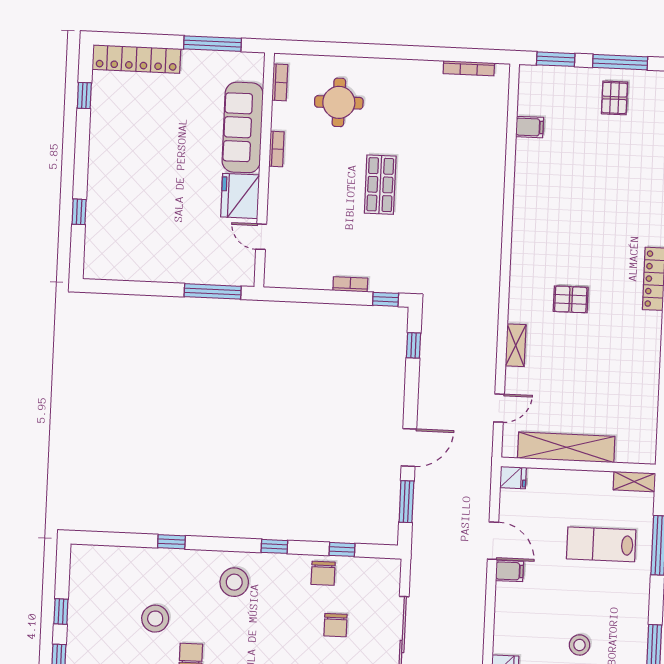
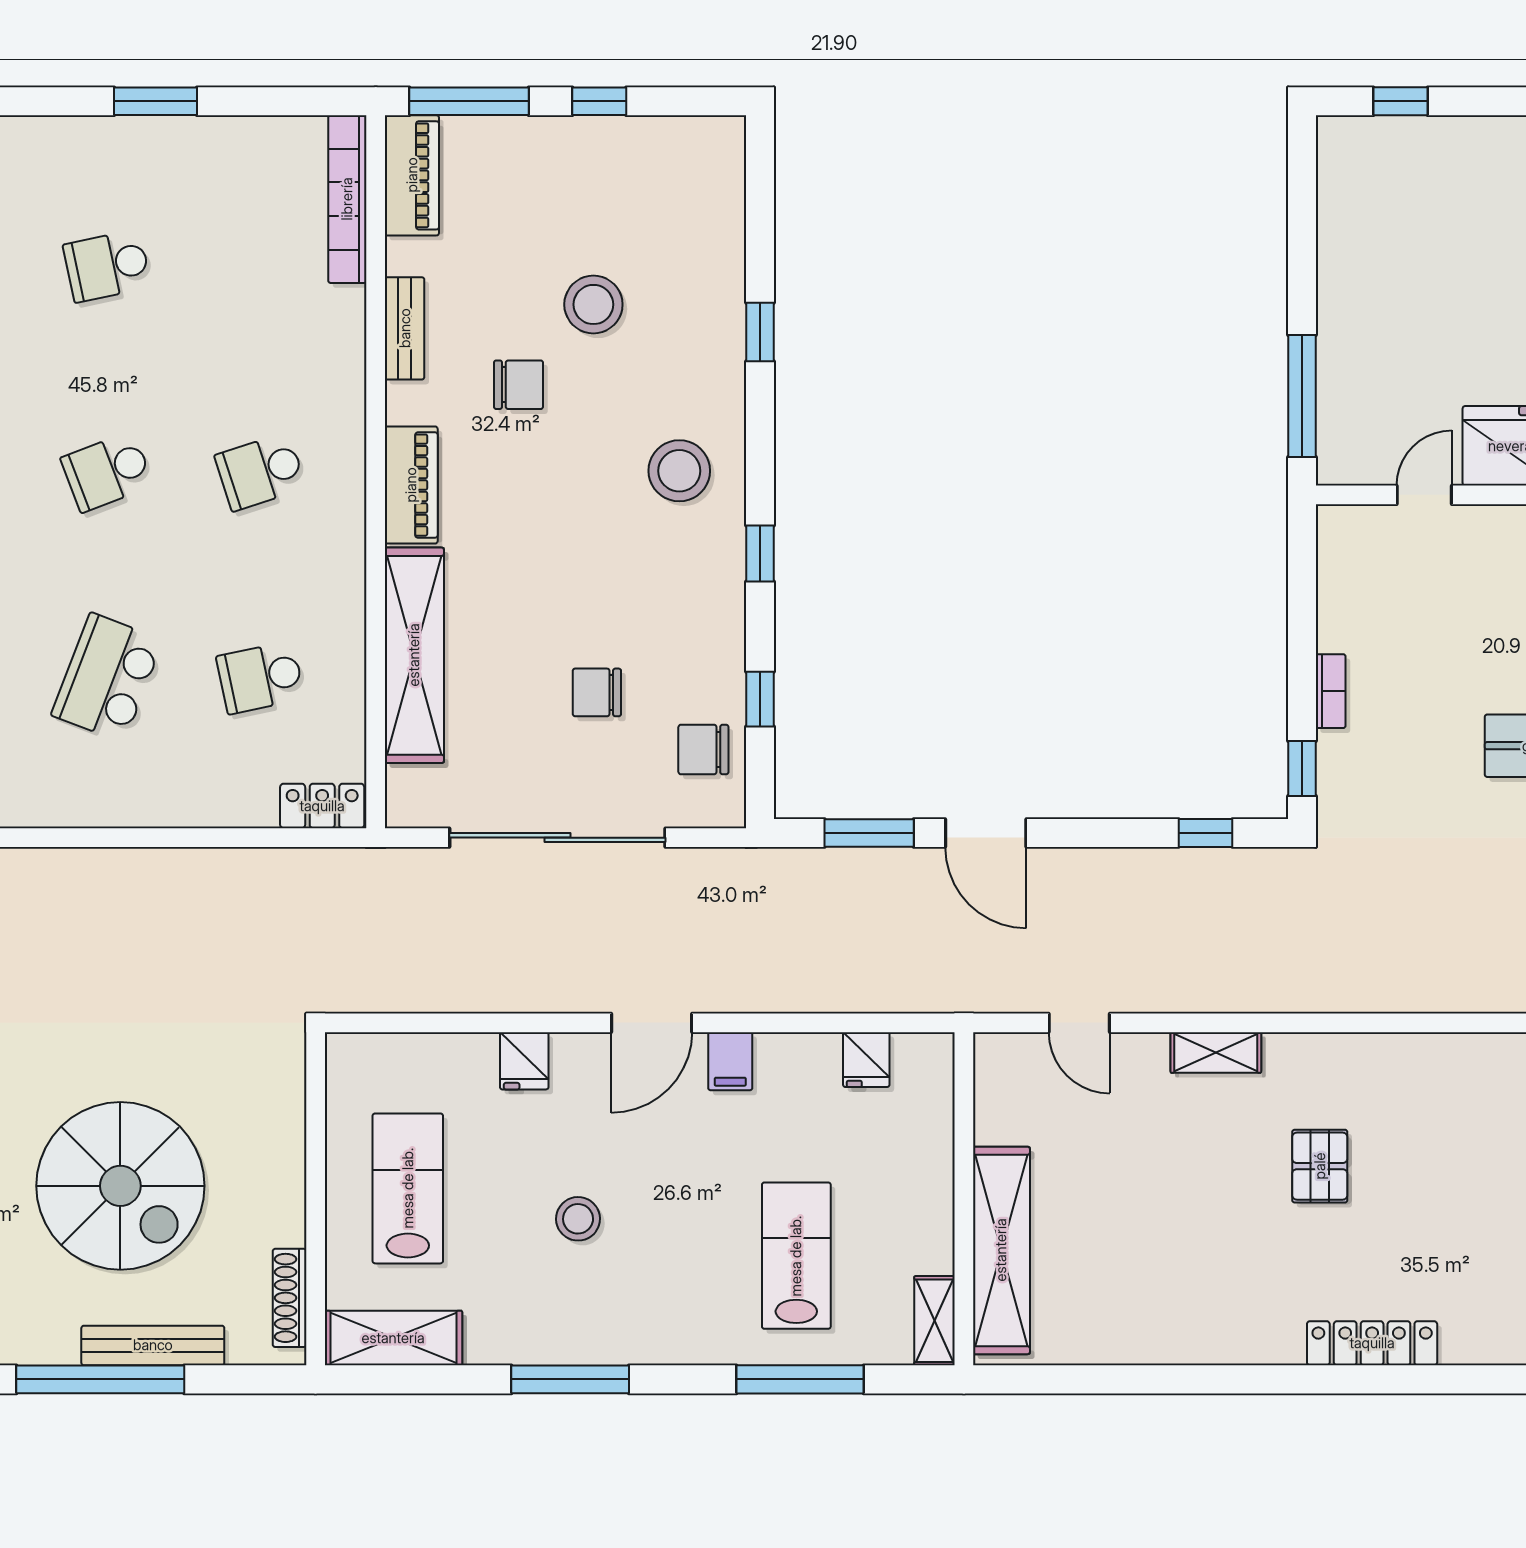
window: (79, 212) -> (1400, 101), moved
shelving: (566, 447) -> (1001, 1250), moved
fridge: (513, 477) -> (866, 1060), moved
door: (493, 541) -> (652, 1023), moved
chair: (323, 573) -> (703, 750), moved

